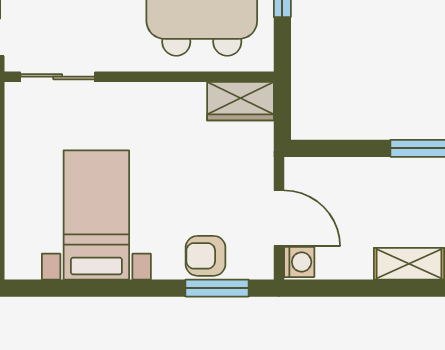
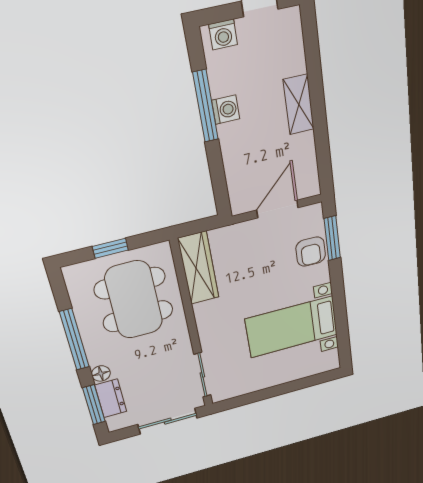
wardrobe: (240, 101) -> (198, 268), width x1.50
washing machine: (299, 262) -> (226, 110), moved, turned 90

